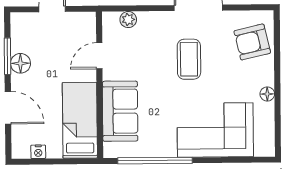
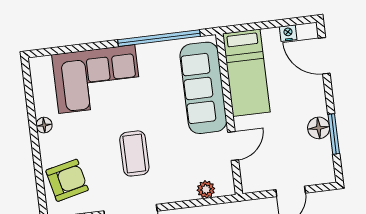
door: (8, 108) -> (324, 56), moved
sofa: (120, 111) -> (203, 88), width x1.36

